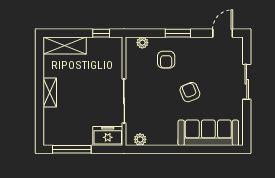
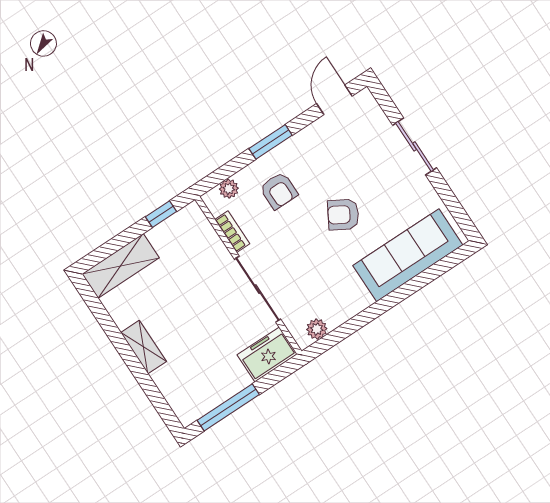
bookcase: (130, 65) -> (232, 232), added
armchair: (190, 92) -> (343, 215), turned -38

